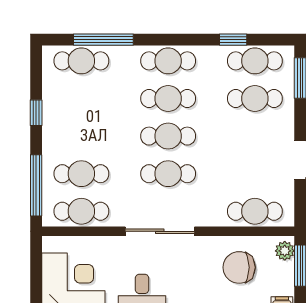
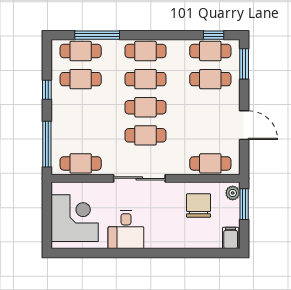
window: (233, 40) -> (214, 35), moved
cafe table: (81, 174) -> (81, 79), moved
chair: (239, 267) -> (199, 205), turned 90

